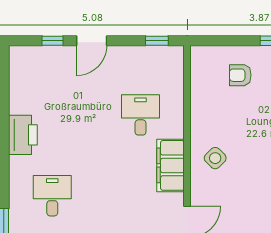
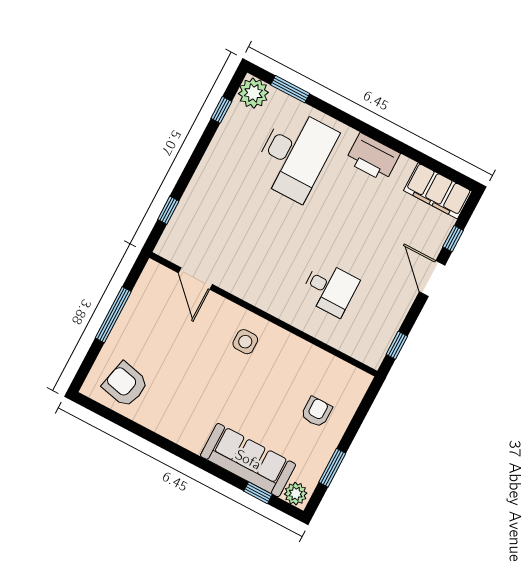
side table: (215, 158) -> (245, 342), turned 45
filing cabinet: (171, 165) -> (438, 191), moved, turned 180
desk: (52, 196) -> (295, 155), width x1.87, depth x1.30

